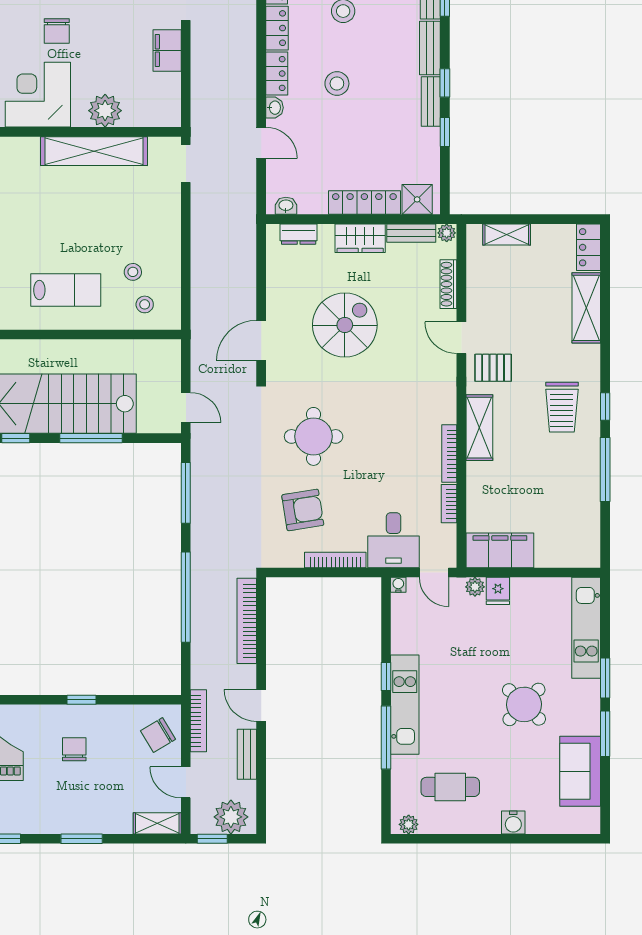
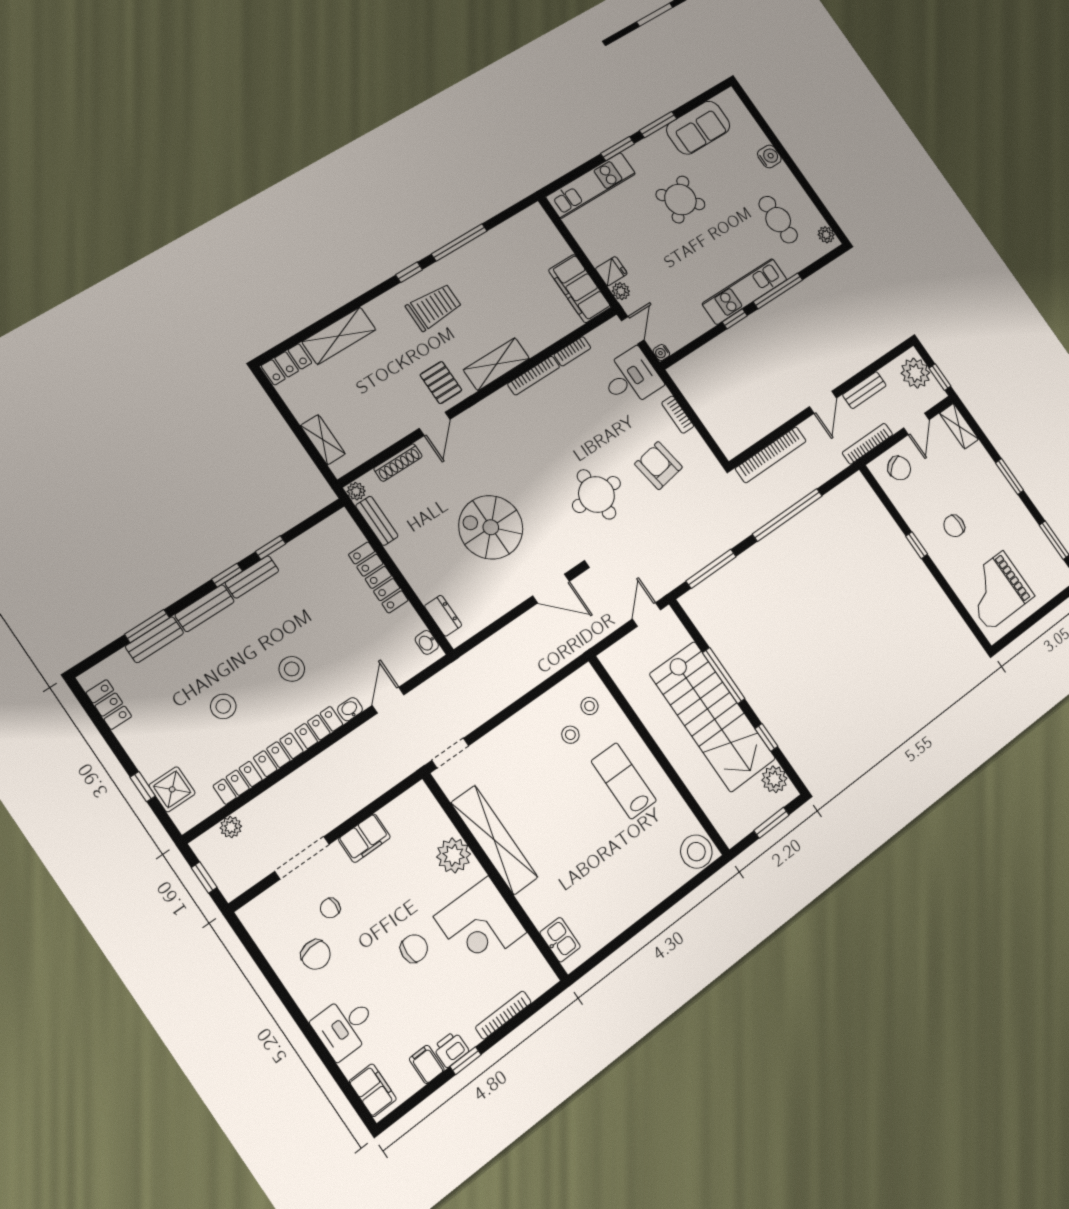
shower: (417, 199) -> (345, 534), removed
wardrobe: (360, 238) -> (411, 561), removed
bookcase: (335, 560) -> (678, 415), width x0.64

